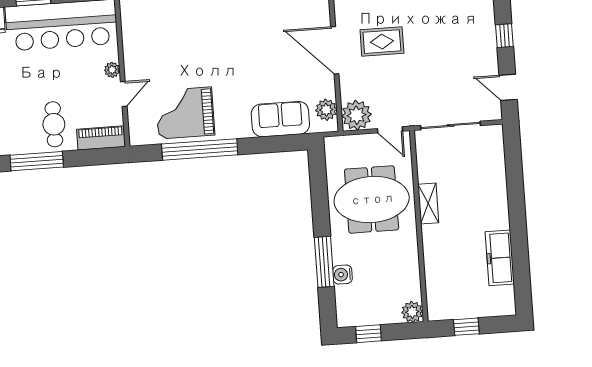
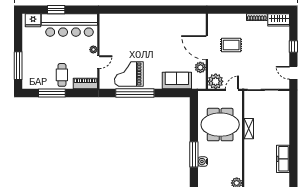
plant: (326, 110) -> (200, 67), moved
door: (390, 130) -> (232, 90), swing flipped

